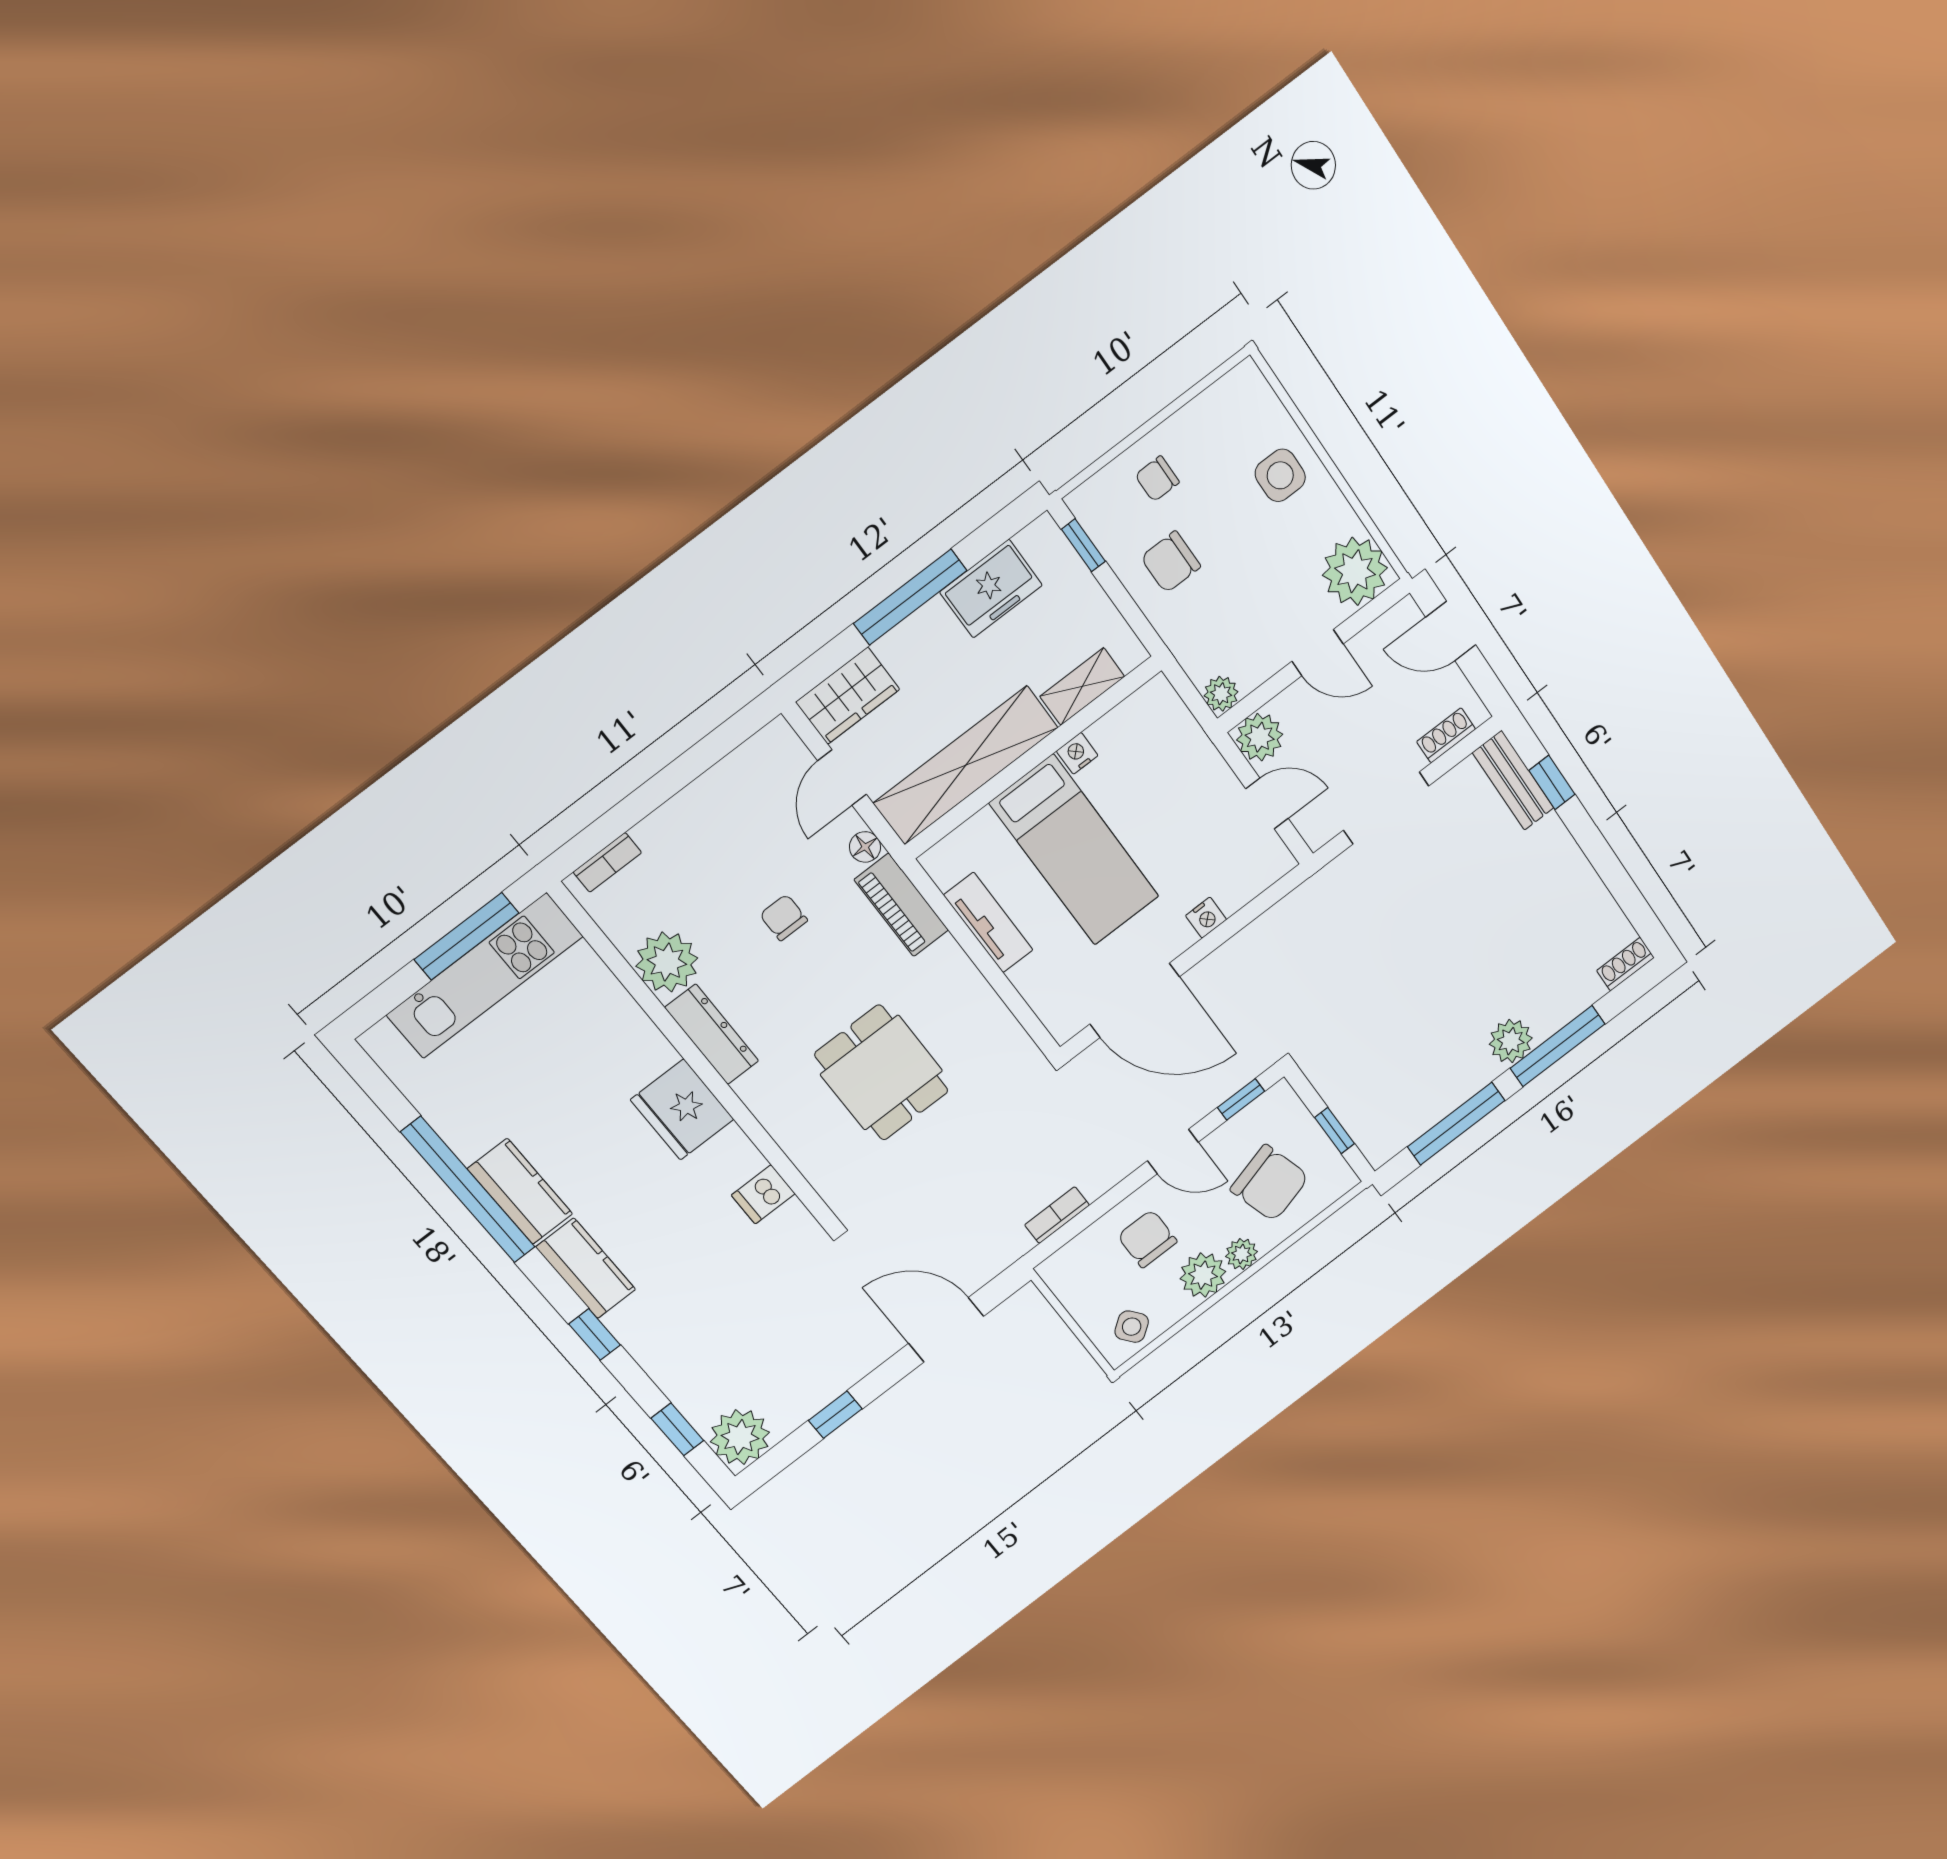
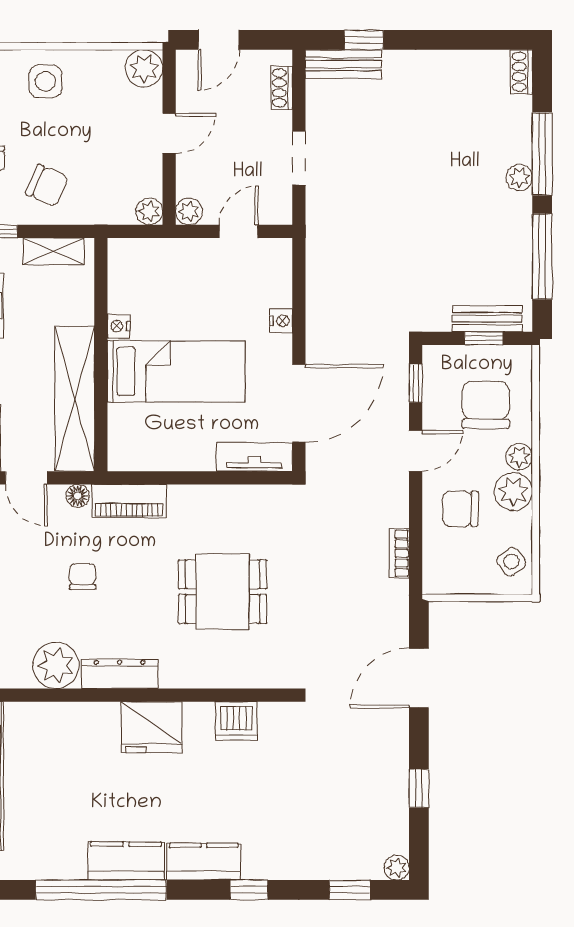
chair: (1171, 562) -> (47, 185), turned -67
plant: (1355, 571) -> (144, 68), width x0.73, depth x0.73
shelving: (1082, 686) -> (54, 251), moved, turned 90
plant: (1260, 737) -> (189, 212), width x0.73, depth x0.73
doorway: (1386, 808) -> (299, 158), width x0.73
chair: (784, 918) -> (83, 577), turned 90
tv unit: (988, 923) -> (254, 457), moved
plant: (1511, 1041) -> (519, 178), width x0.73, depth x0.73
bench: (1357, 1119) -> (487, 319), added
chair: (1270, 1183) -> (486, 405), turned -74
dishwasher: (763, 1194) -> (236, 721), width x1.38
plant: (740, 1437) -> (397, 868), width x0.53, depth x0.53

